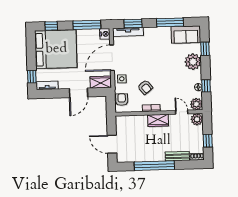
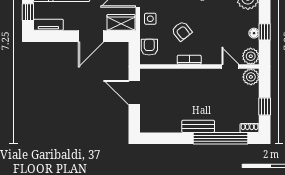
wardrobe: (158, 120) -> (198, 77), removed
door: (112, 144) -> (134, 93), moved
bench: (177, 156) -> (198, 126), moved
window: (154, 166) -> (221, 138), moved

